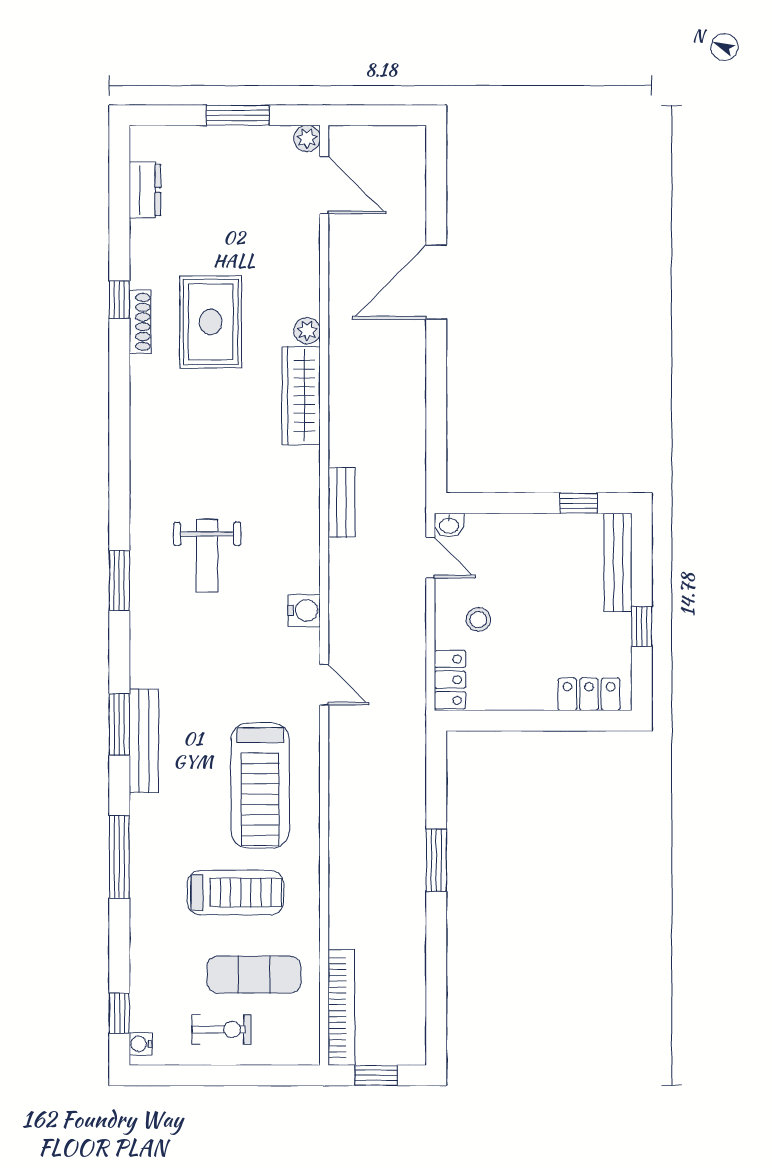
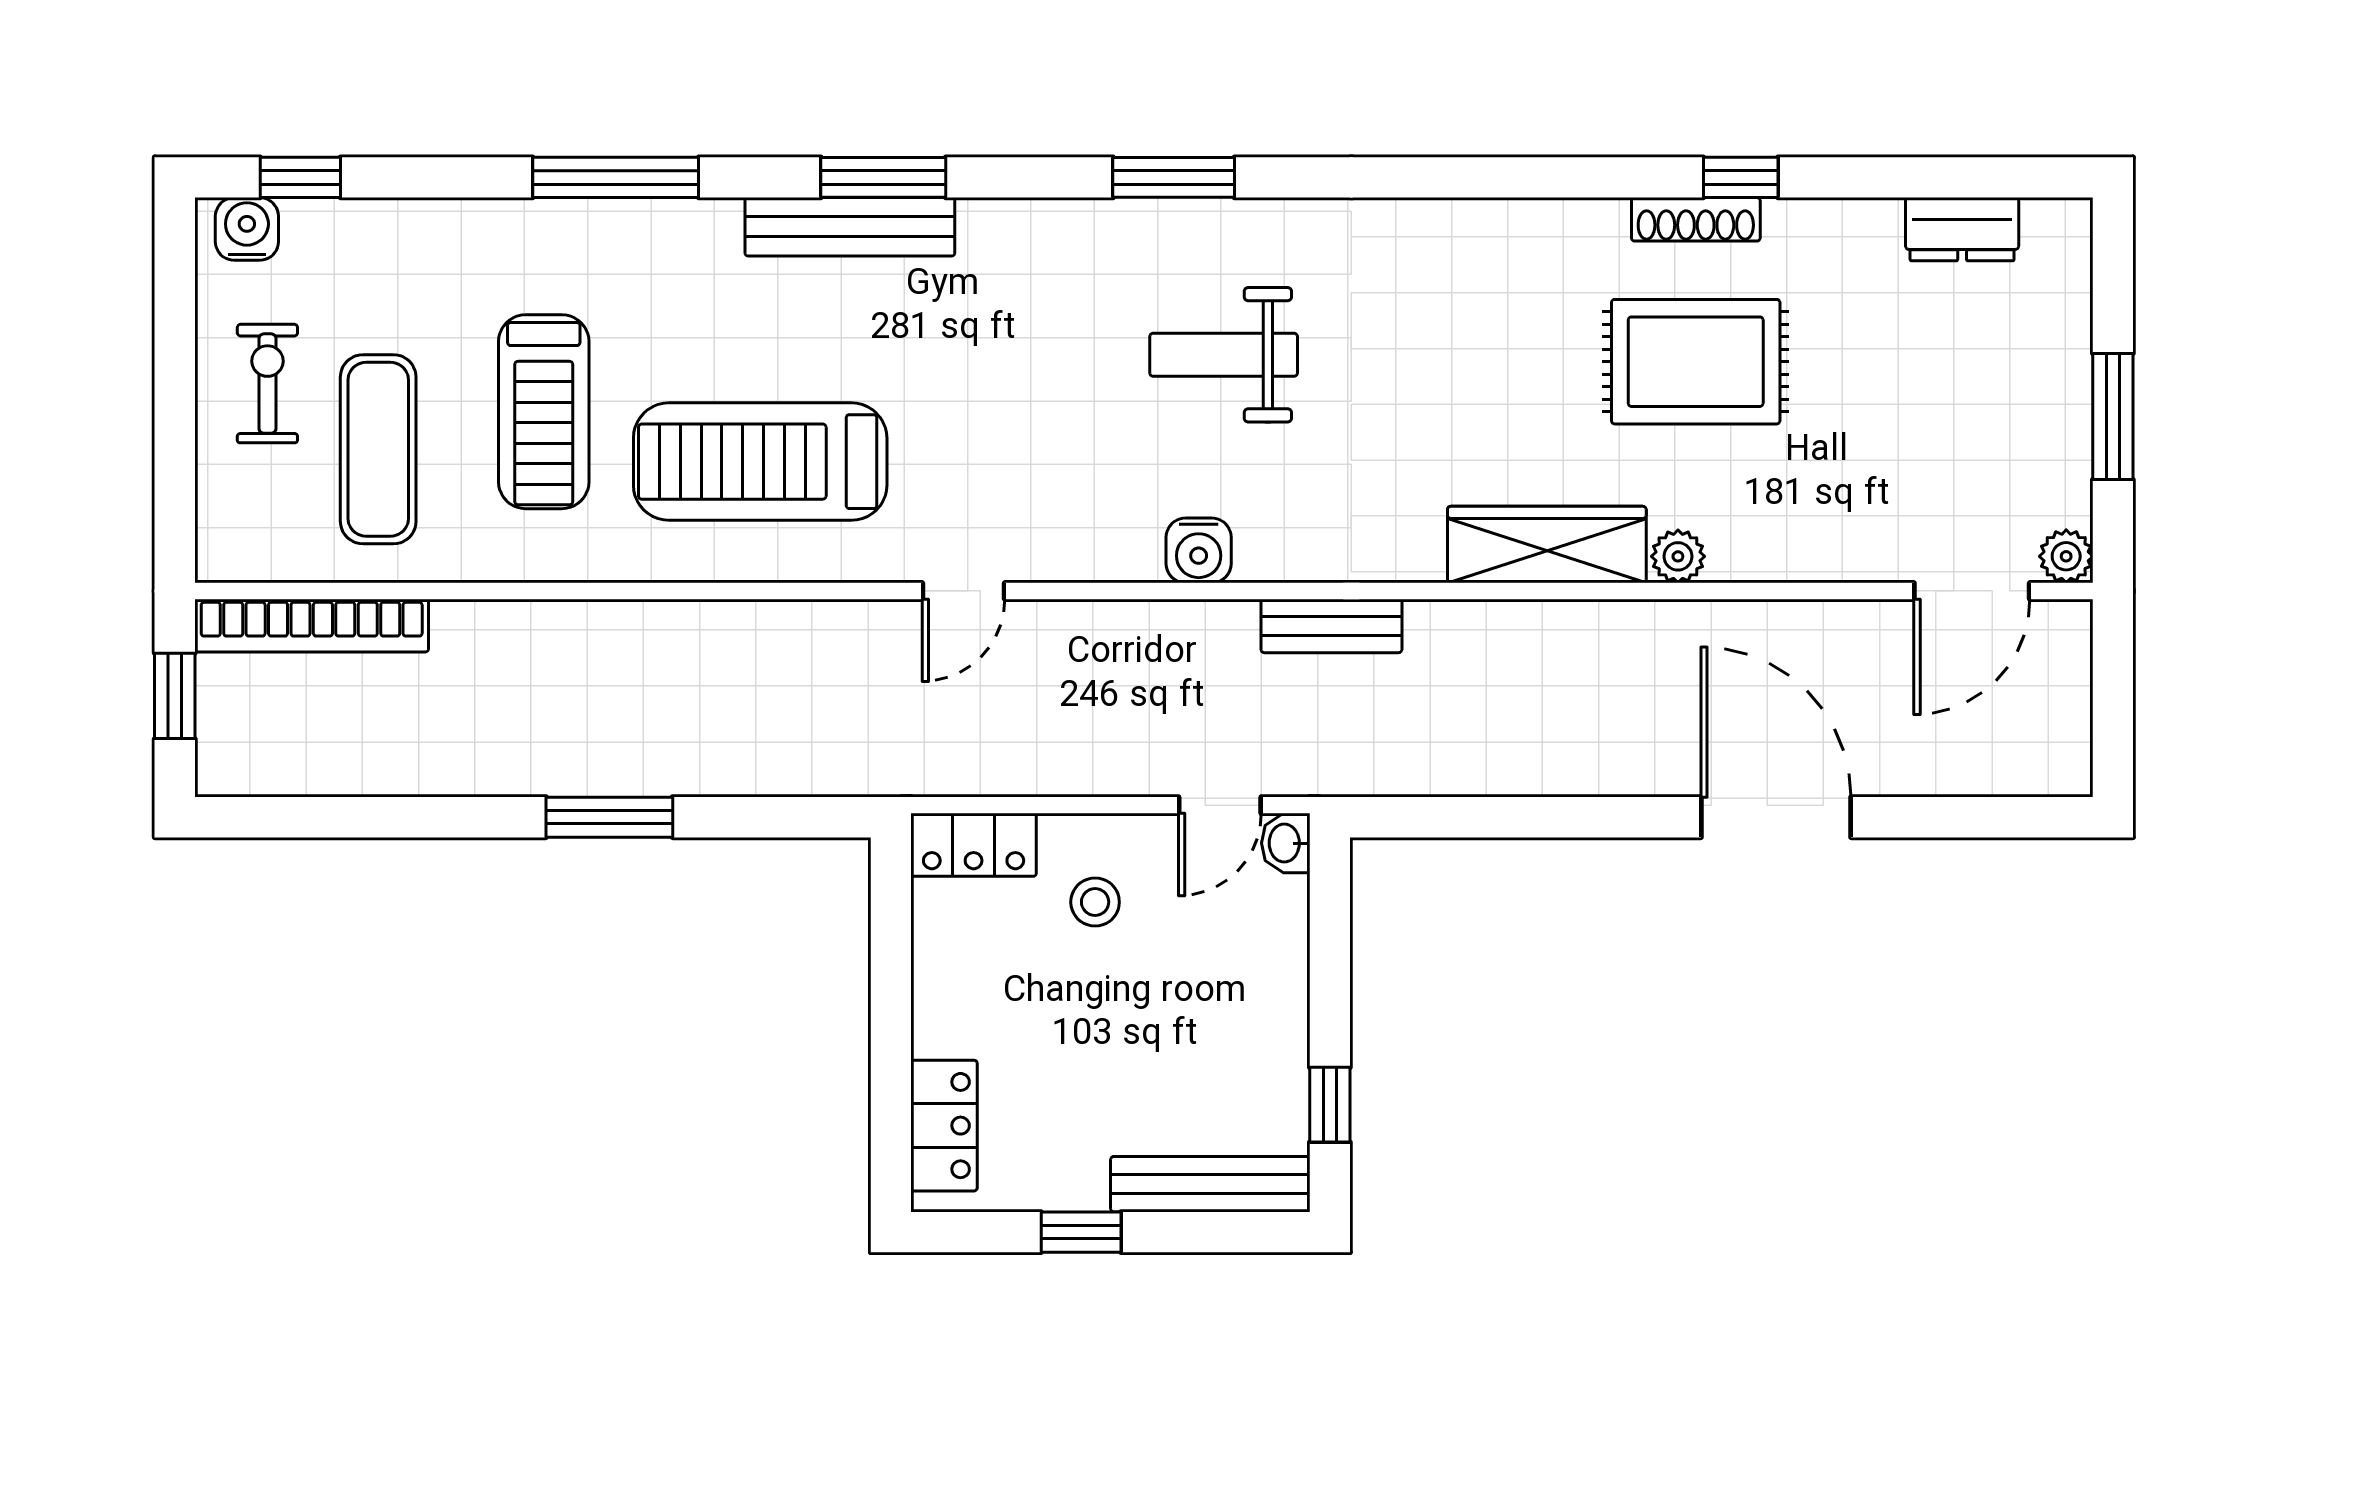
water cooler: (304, 610) -> (1199, 550), moved
exercise bike: (221, 1029) -> (267, 384), turned 180
water cooler: (141, 1044) -> (247, 229), width x1.38, depth x1.38

